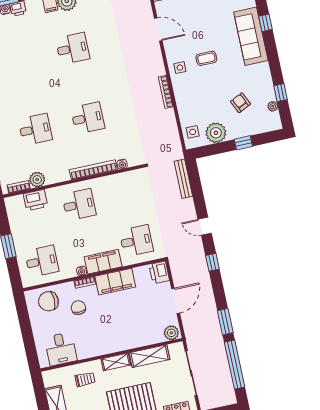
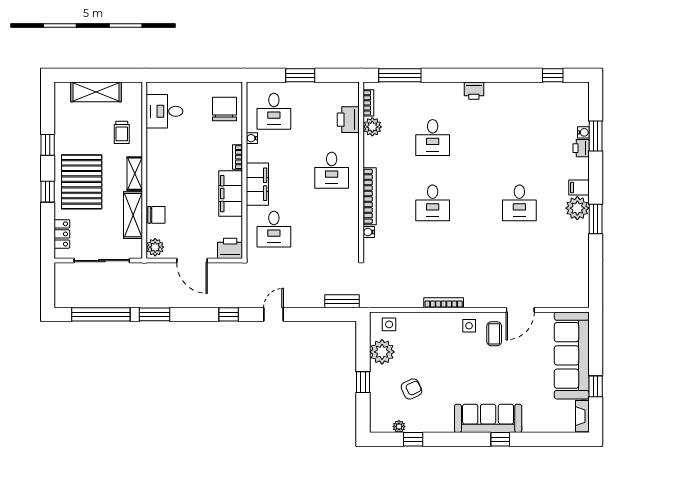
coffee table: (206, 58) -> (494, 334), moved
bench: (183, 179) -> (342, 301), width x0.73
water cooler: (81, 271) -> (252, 138), moved
chair: (78, 308) -> (156, 215), moved

